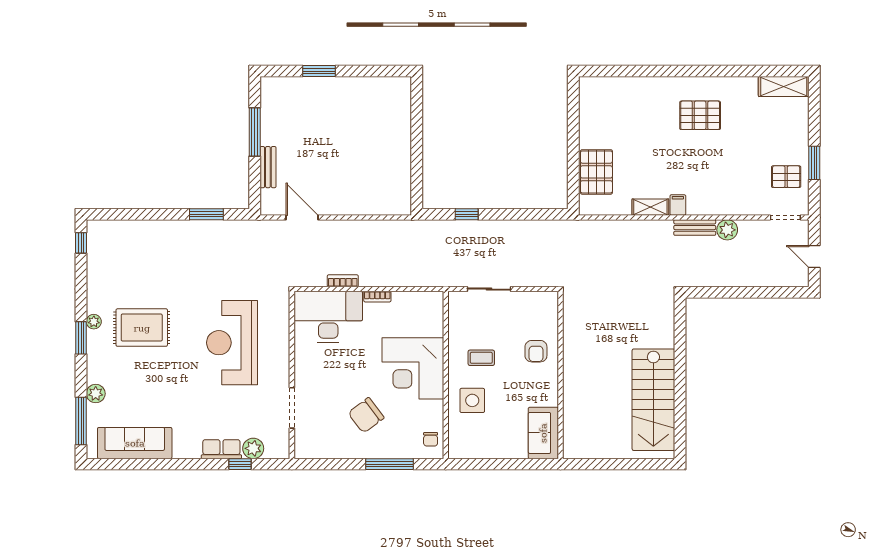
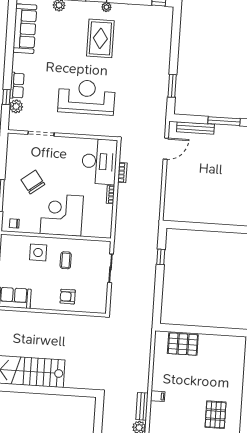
bench: (268, 167) -> (195, 128), width x1.36
shelving: (650, 207) -> (157, 378), removed

